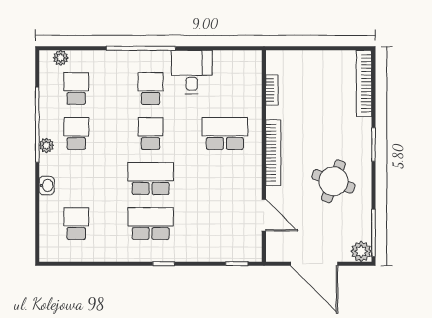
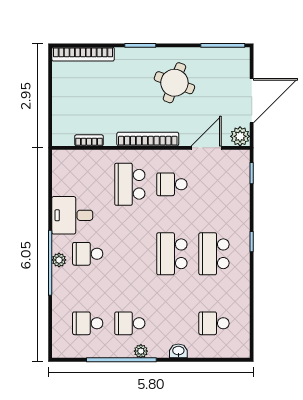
plant: (61, 58) -> (59, 260), moved
school desk: (151, 133) -> (172, 184), moved
plant: (361, 251) -> (240, 136), moved

